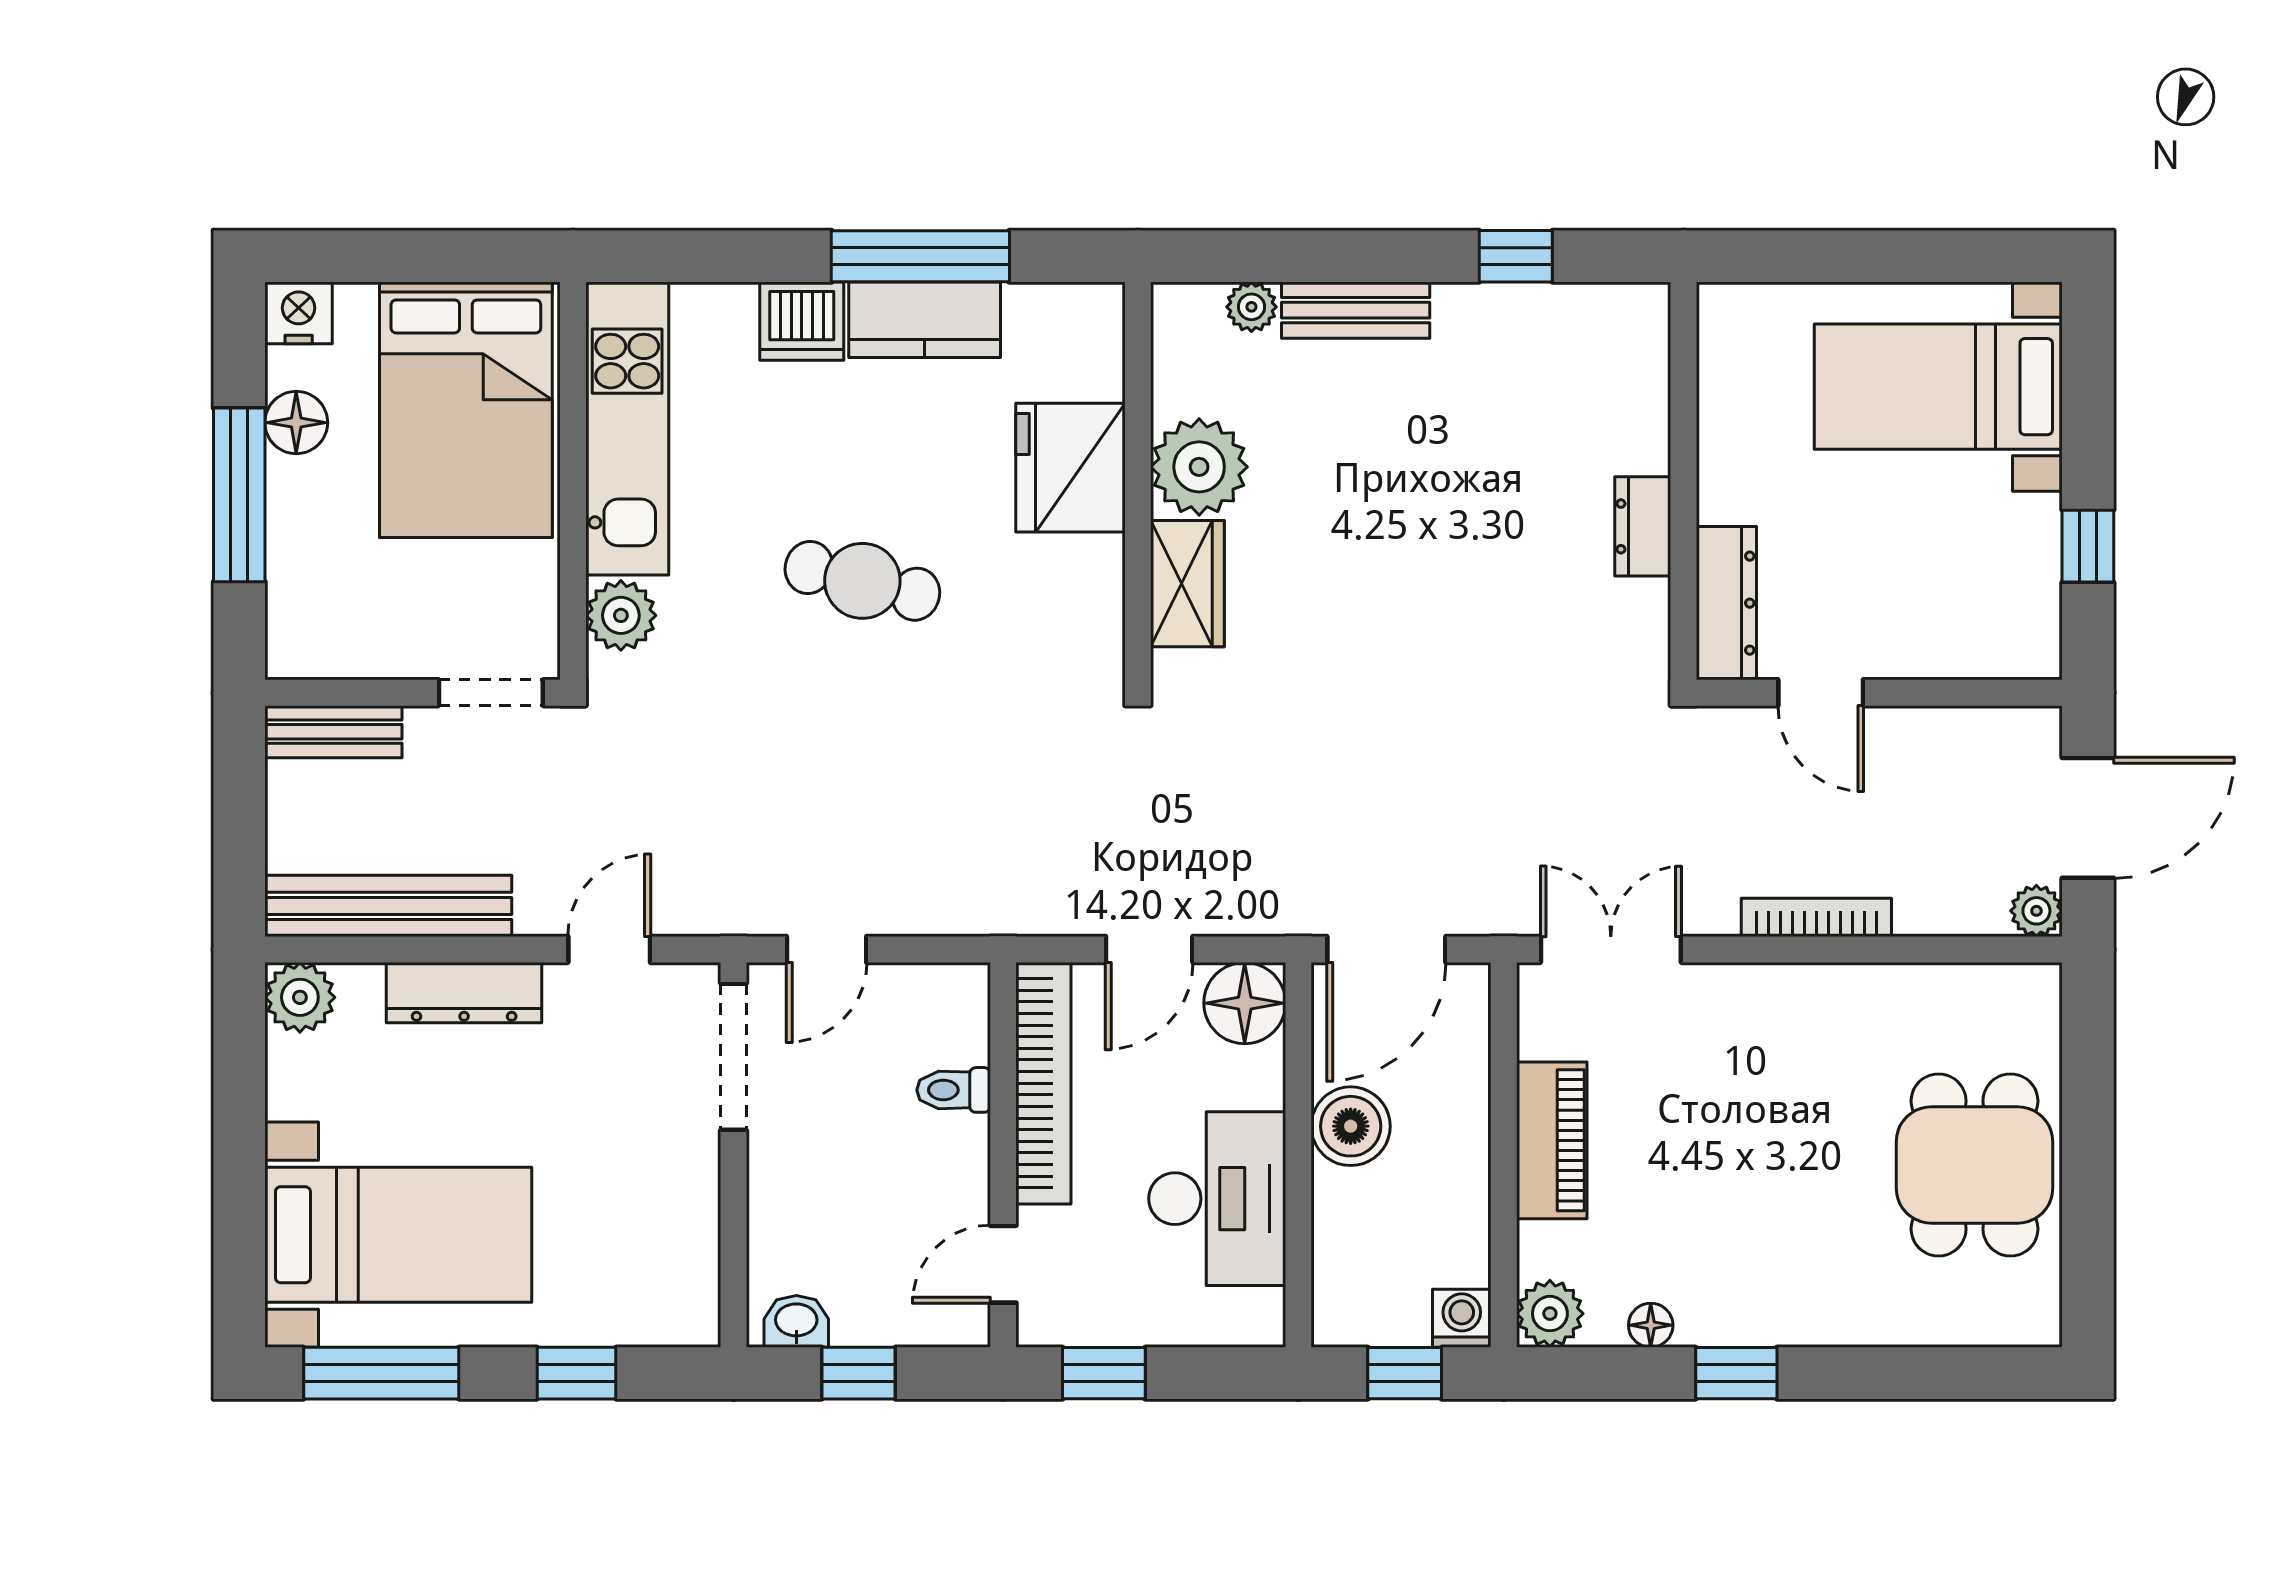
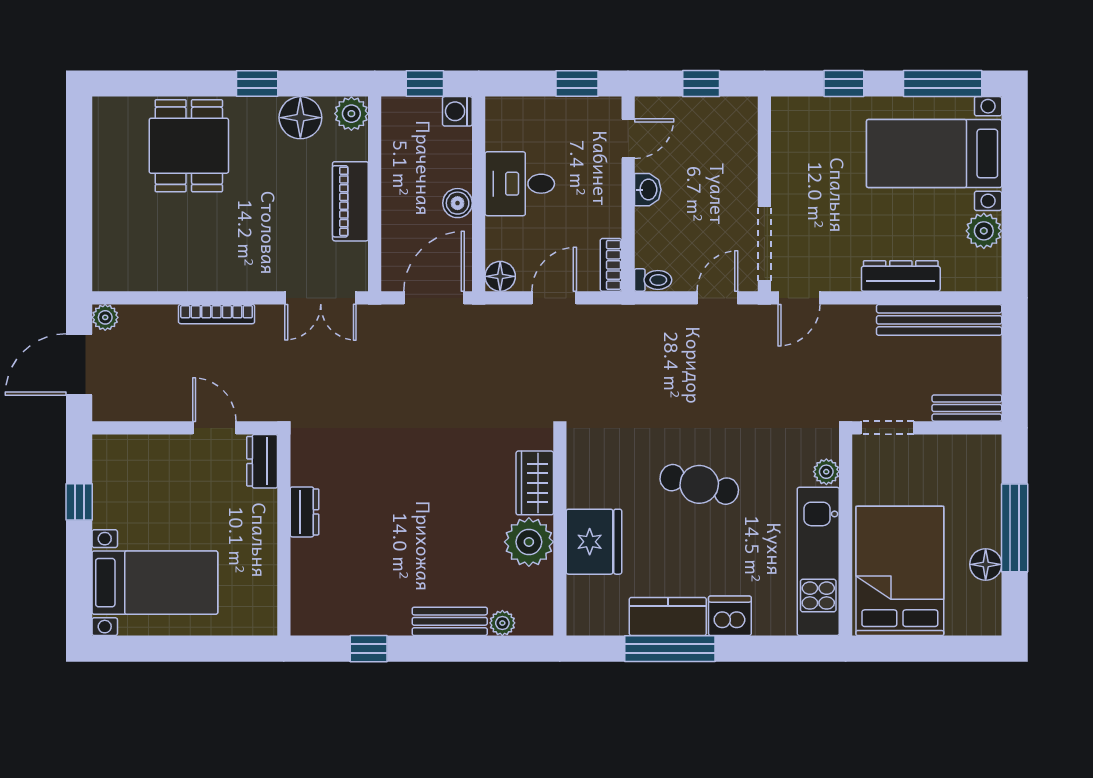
nightstand: (299, 313) -> (985, 620), removed
dresser: (1726, 603) -> (262, 461), width x0.70
plant: (621, 615) -> (826, 472), width x0.73, depth x0.73
door: (609, 949) -> (799, 298), moved
plant: (300, 997) -> (984, 231), moved
floor lamp: (1245, 1003) -> (500, 276), width x0.73, depth x0.73
bookcase: (1043, 1083) -> (611, 265), width x0.43, depth x0.76
toilet: (954, 1090) -> (653, 280), moved
boiler: (1351, 1126) -> (458, 203), width x0.73, depth x0.73
dining table: (1974, 1165) -> (189, 146), moved
desk: (1217, 1199) -> (520, 184), width x0.73
washing machine: (1462, 1318) -> (457, 111), moved, turned 90
washbasin: (796, 1321) -> (648, 190), moved, turned -90
floor lamp: (1651, 1325) -> (300, 118), width x1.89, depth x1.89

